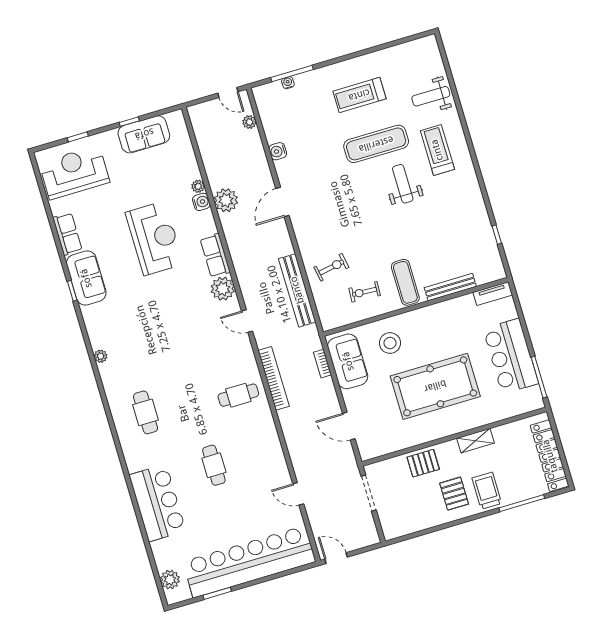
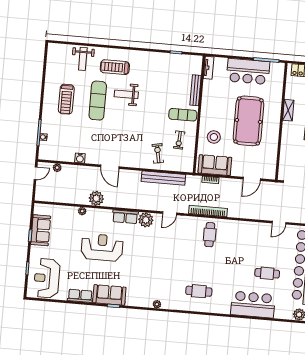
water cooler: (201, 202) -> (92, 213), removed
pallet: (423, 463) -> (289, 145), removed
cafe table: (214, 465) -> (267, 273), moved

